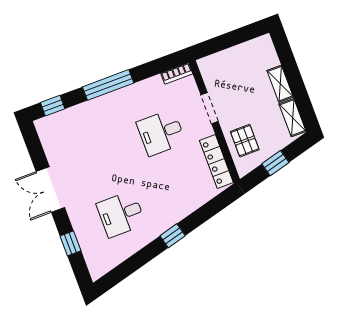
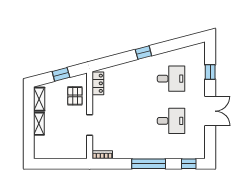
desk: (161, 133) -> (171, 121), moved
locker: (216, 162) -> (98, 83), width x0.66

